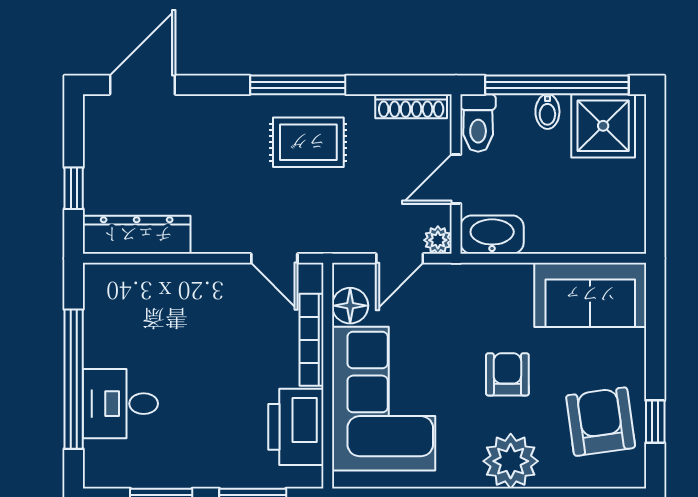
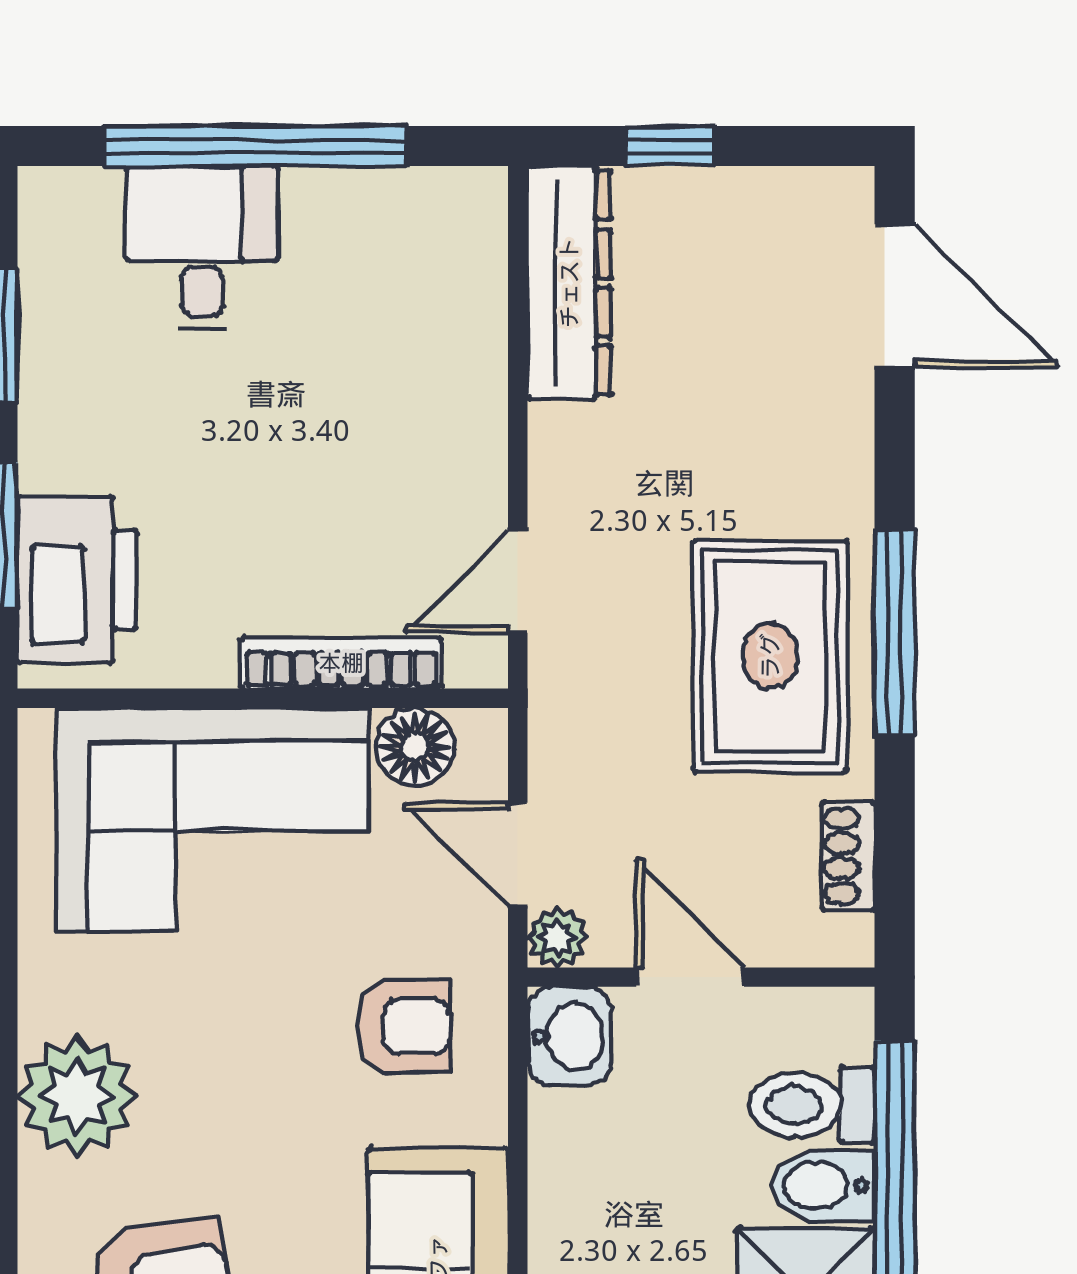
shoe rack: (411, 106) -> (848, 856), width x0.70
bidet: (547, 112) -> (823, 1186), width x1.38, depth x1.36
toilet: (478, 123) -> (812, 1105), moved
rug: (308, 142) -> (770, 656), width x1.36, depth x1.43
washbasin: (492, 235) -> (569, 1036), width x0.72
armchair: (507, 374) -> (403, 1026), moved
printer: (296, 427) -> (77, 580), moved, turned 90

